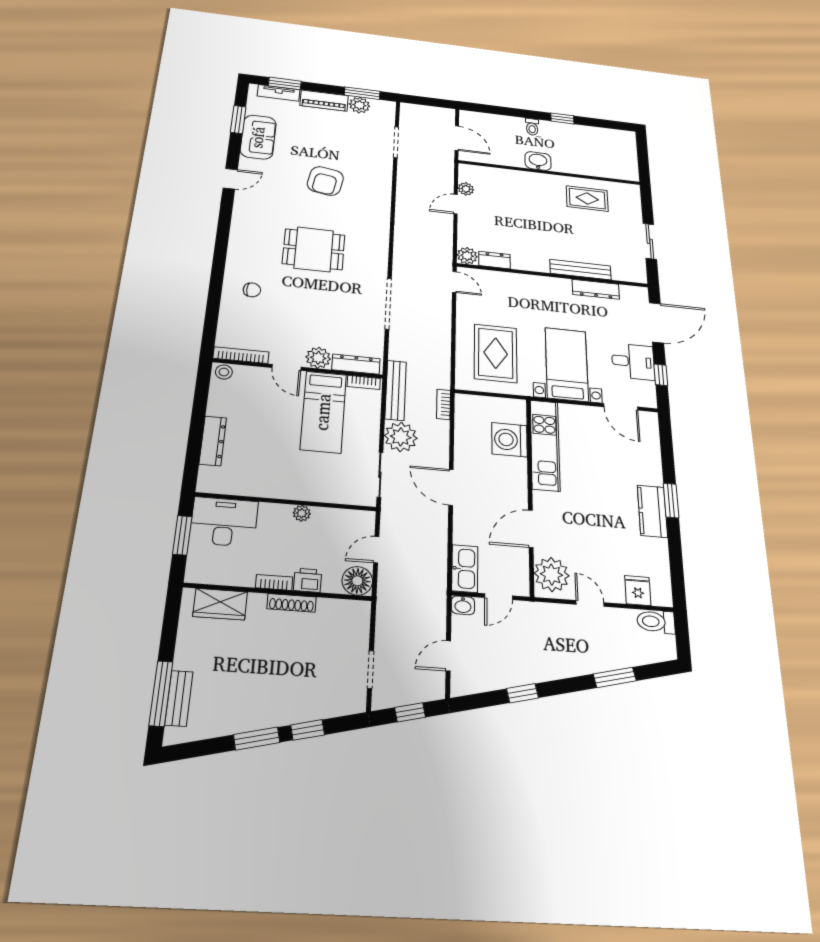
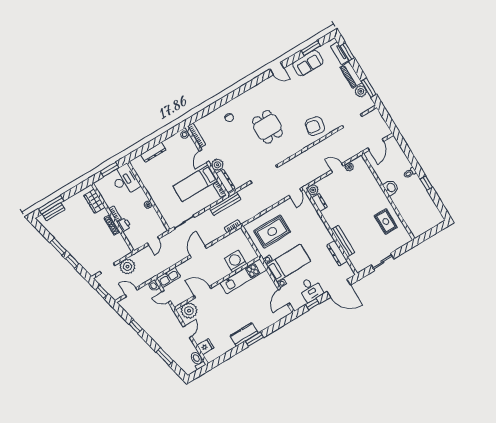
armchair: (325, 181) -> (315, 126), moved
plant: (401, 437) -> (127, 267), moved
door: (376, 550) -> (153, 241), swing flipped
floor lamp: (357, 581) -> (136, 242), removed

